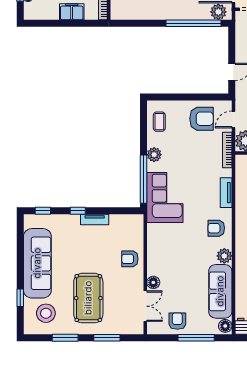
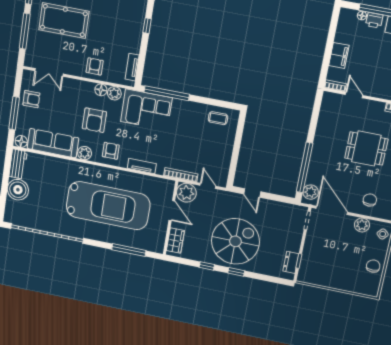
armchair: (201, 119) -> (94, 120), moved
plant: (154, 155) -> (114, 93), moved
tv unit: (95, 220) -> (132, 67), moved
floor lamp: (153, 282) -> (101, 90), moved
window: (107, 338) -> (25, 31), width x1.44

